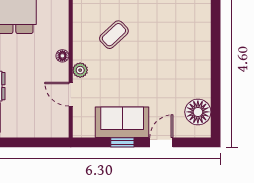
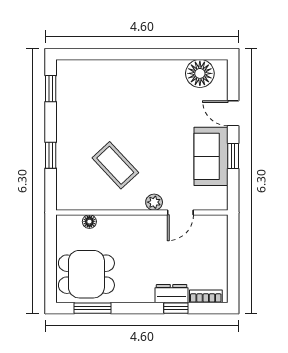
coffee table: (114, 35) -> (115, 165), width x1.36, depth x1.30
floor lamp: (62, 56) -> (89, 222), moved

